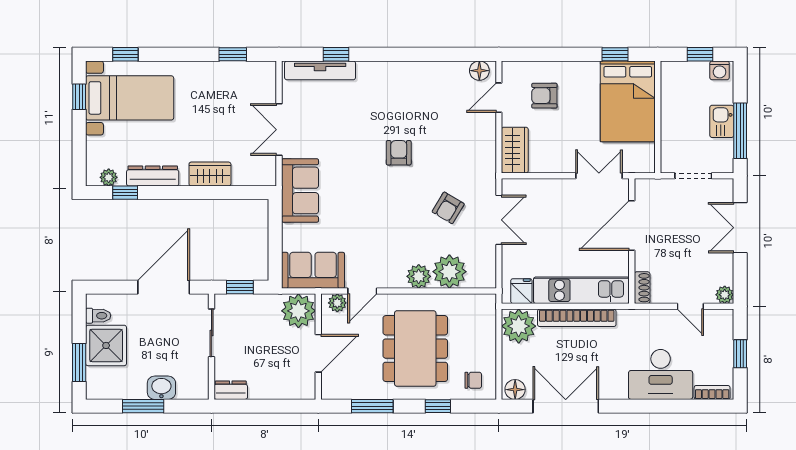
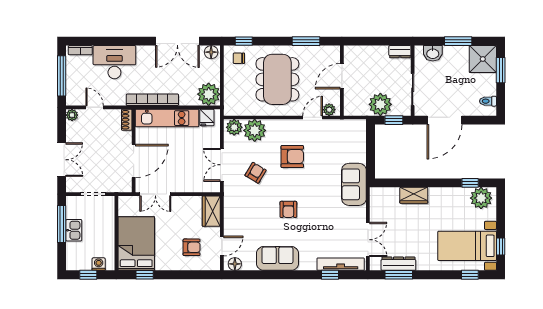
window: (233, 54) -> (399, 275), width x1.50
washing machine: (720, 70) -> (99, 264), moved
double door: (279, 130) -> (368, 240), moved
dresser: (153, 176) -> (398, 264), moved, turned 180
plant: (109, 177) -> (481, 198), width x1.88, depth x1.88
armchair: (393, 232) -> (292, 157), added
sofa: (313, 270) -> (277, 258), moved, turned 180
plant: (419, 276) -> (234, 127), moved
plant: (298, 311) -> (380, 104), moved
bookcase: (577, 318) -> (152, 100), moved
shower: (106, 345) -> (483, 59), moved
window: (740, 354) -> (62, 76), width x2.17
washbasin: (161, 388) -> (433, 53), moved
window: (438, 406) -> (244, 41), moved

